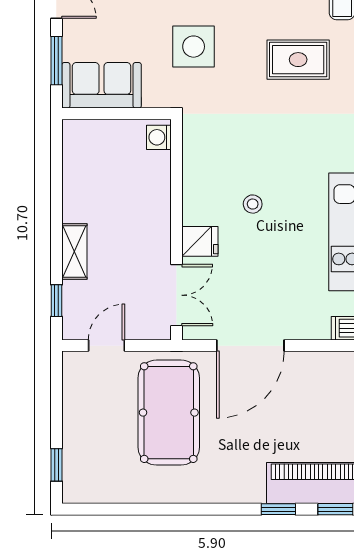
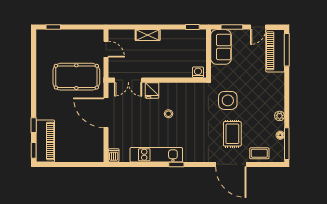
side table: (194, 47) -> (228, 100), moved
window: (56, 301) -> (192, 27), moved

